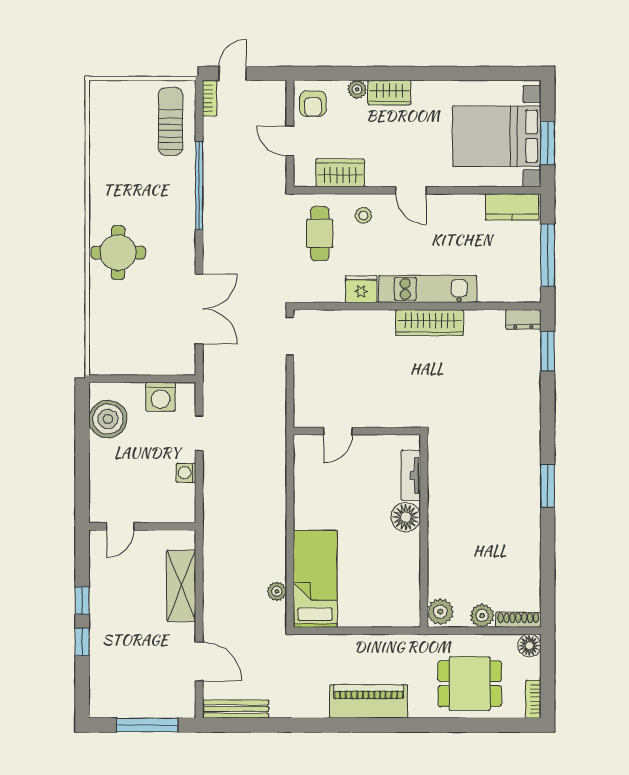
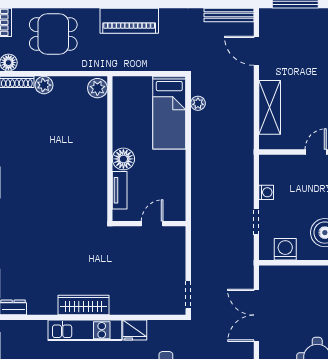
tv unit: (411, 475) -> (120, 190), moved
floor lamp: (406, 517) -> (123, 159), moved
wall: (424, 531) -> (110, 149), moved
plant: (440, 612) -> (97, 88), moved

